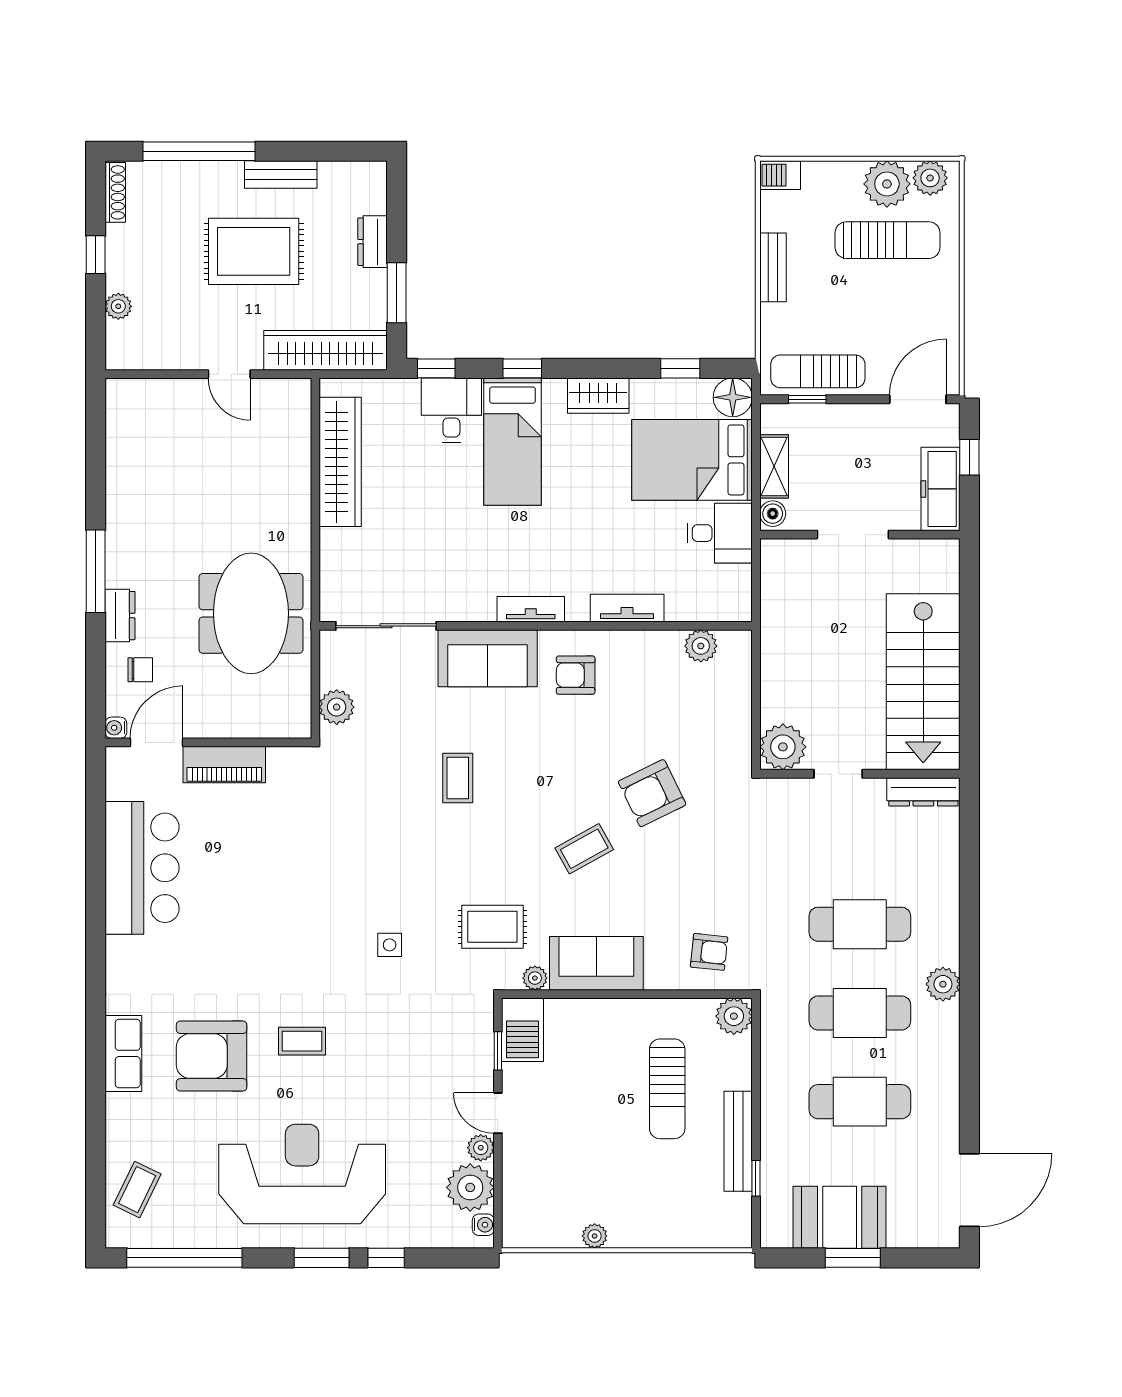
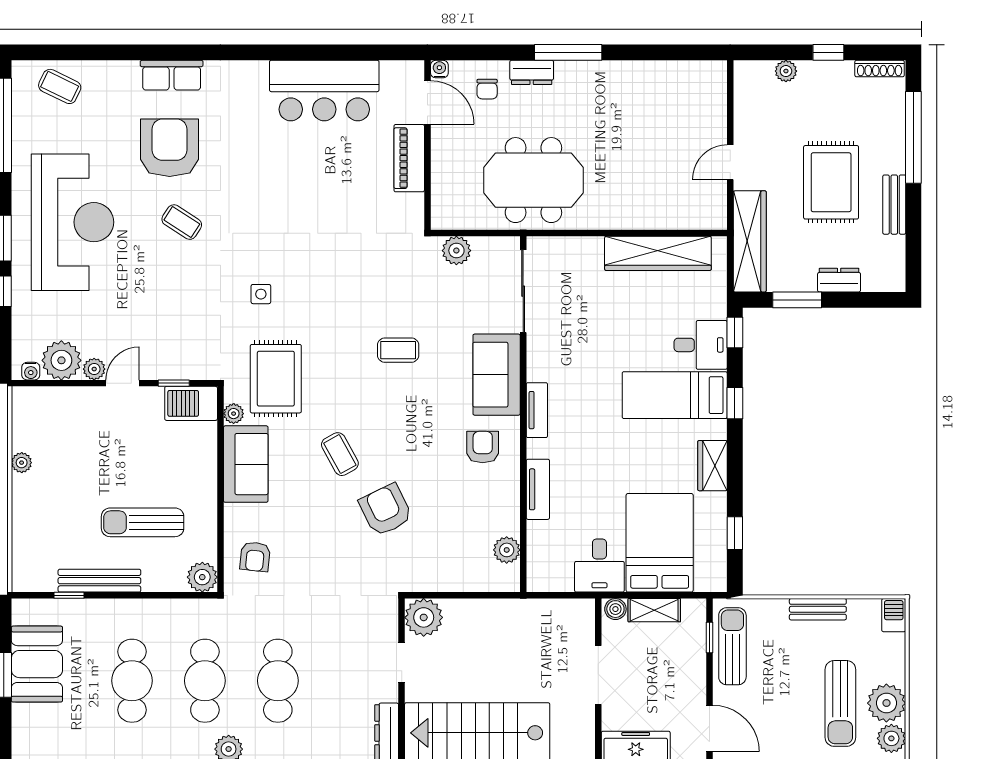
floor lamp: (733, 397) -> (711, 576), removed
rug: (492, 927) -> (276, 379), width x1.36, depth x1.43
coffee table: (302, 1041) -> (182, 222), turned -57

